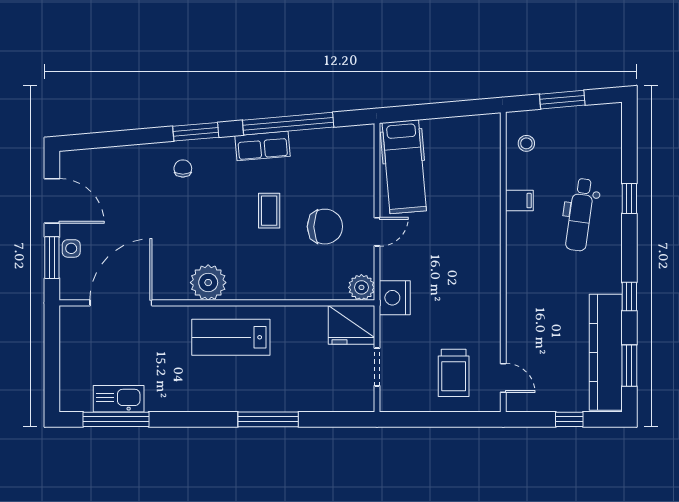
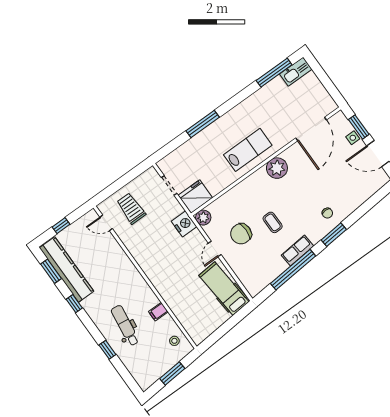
kitchen sink: (119, 399) -> (296, 72), moved

